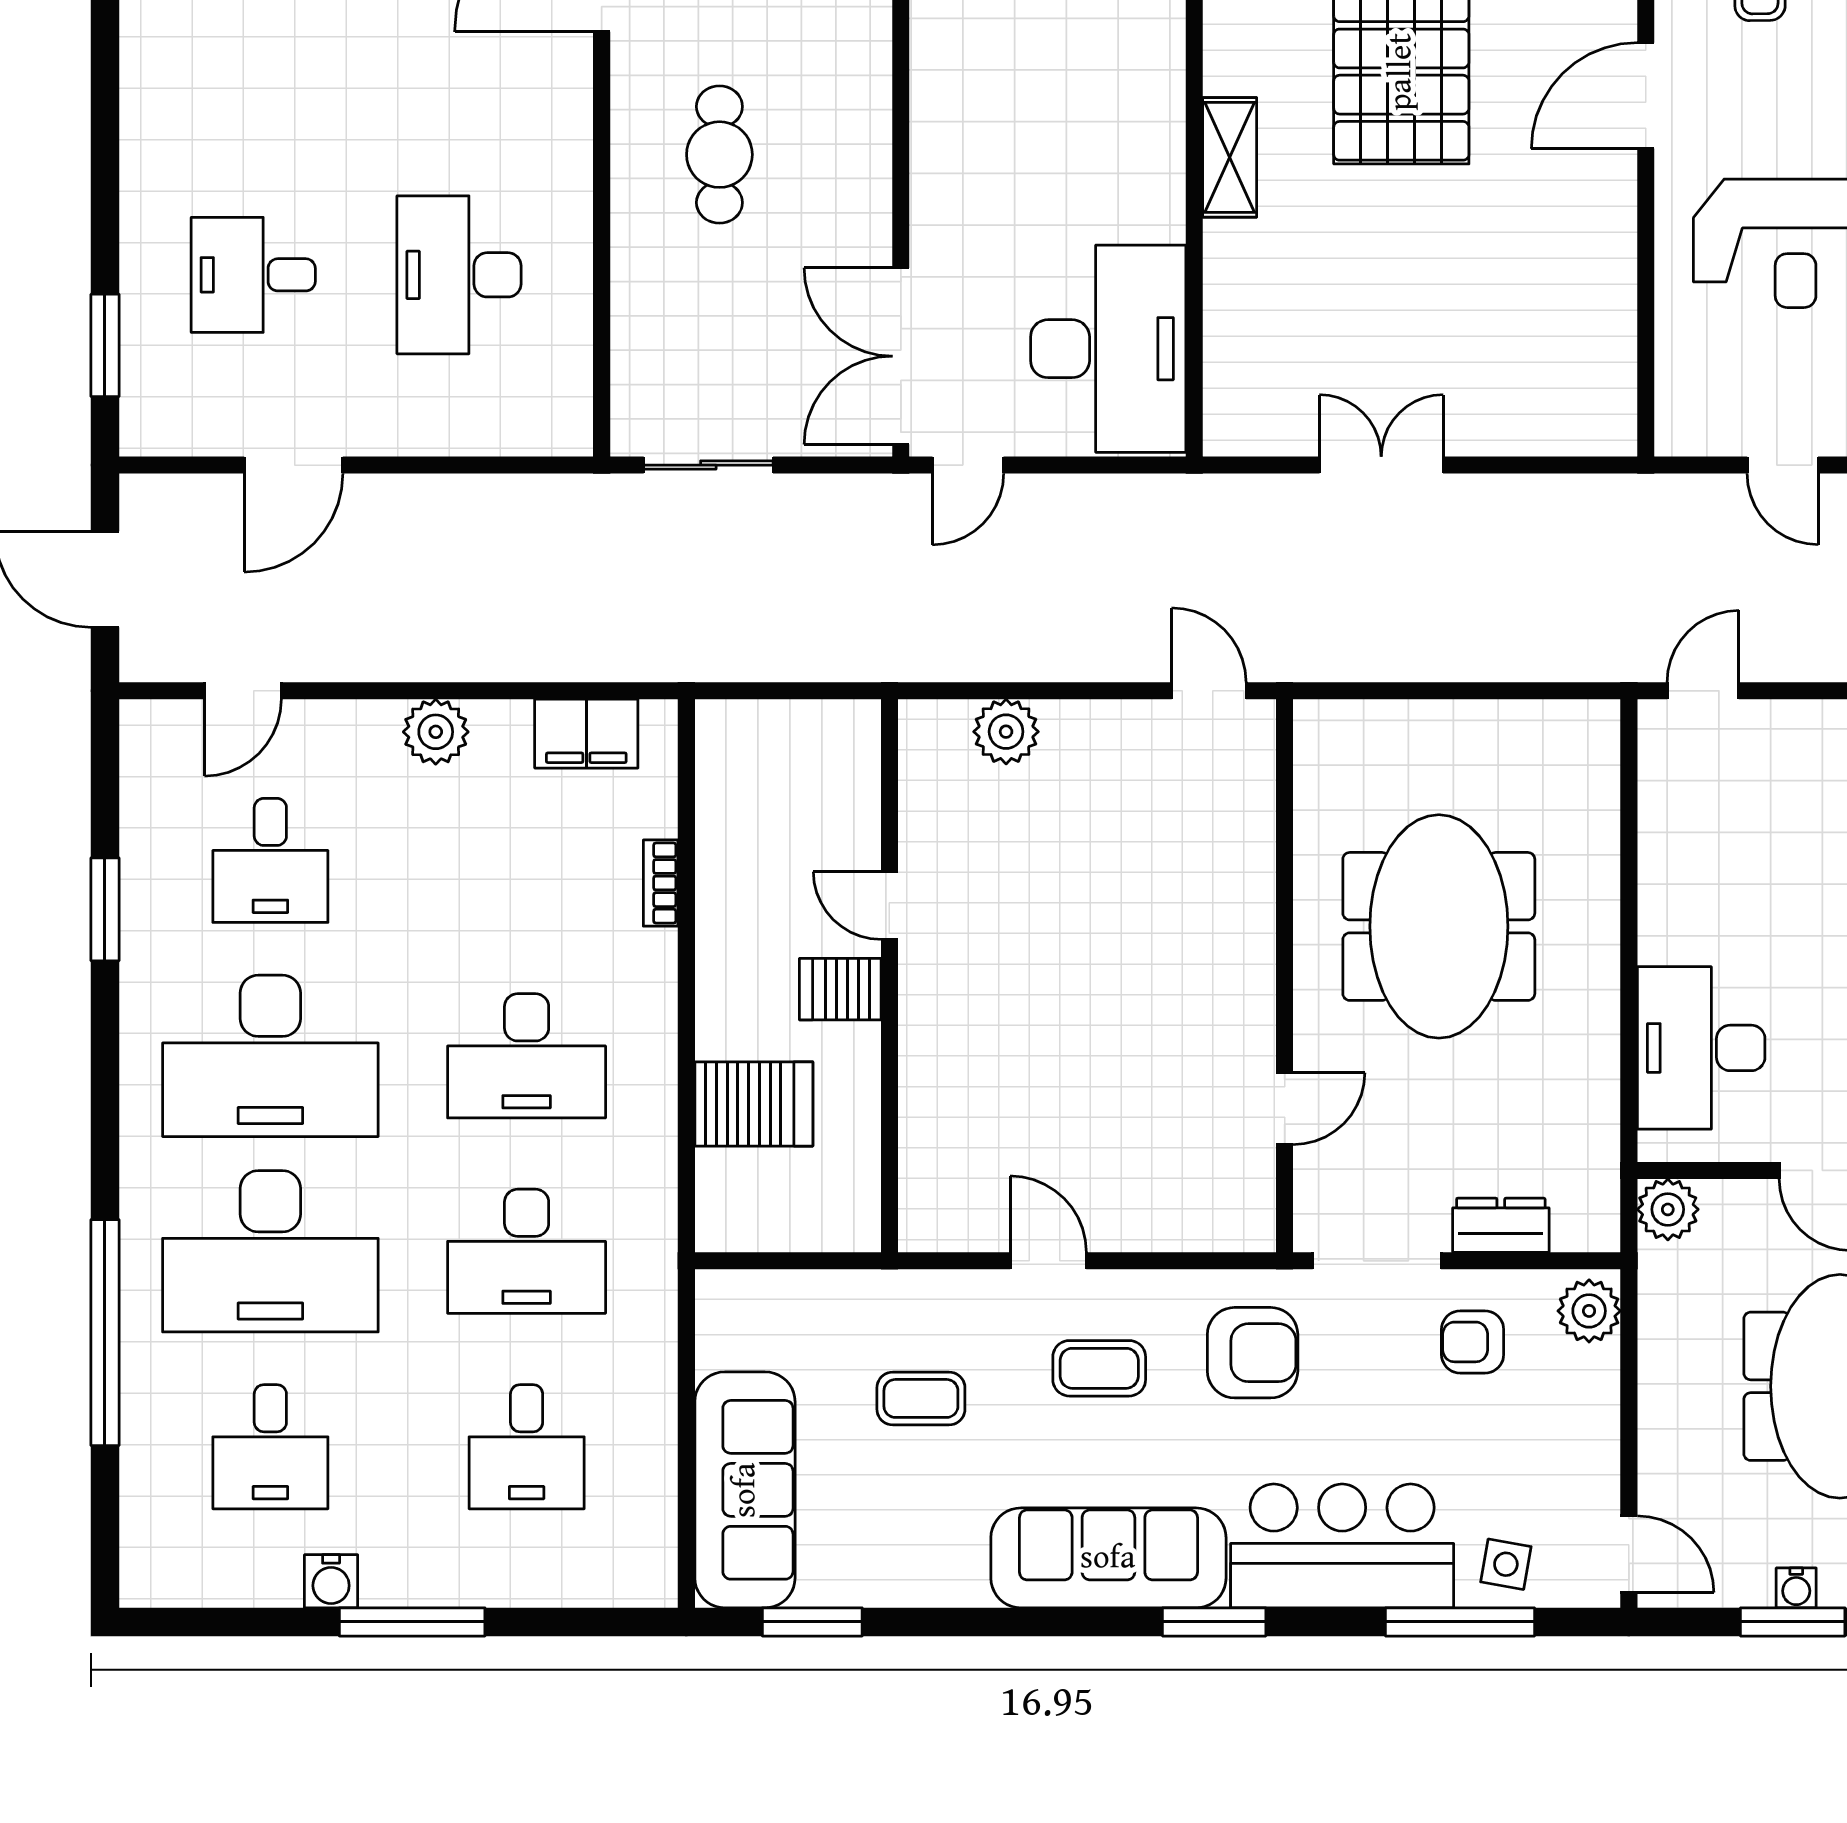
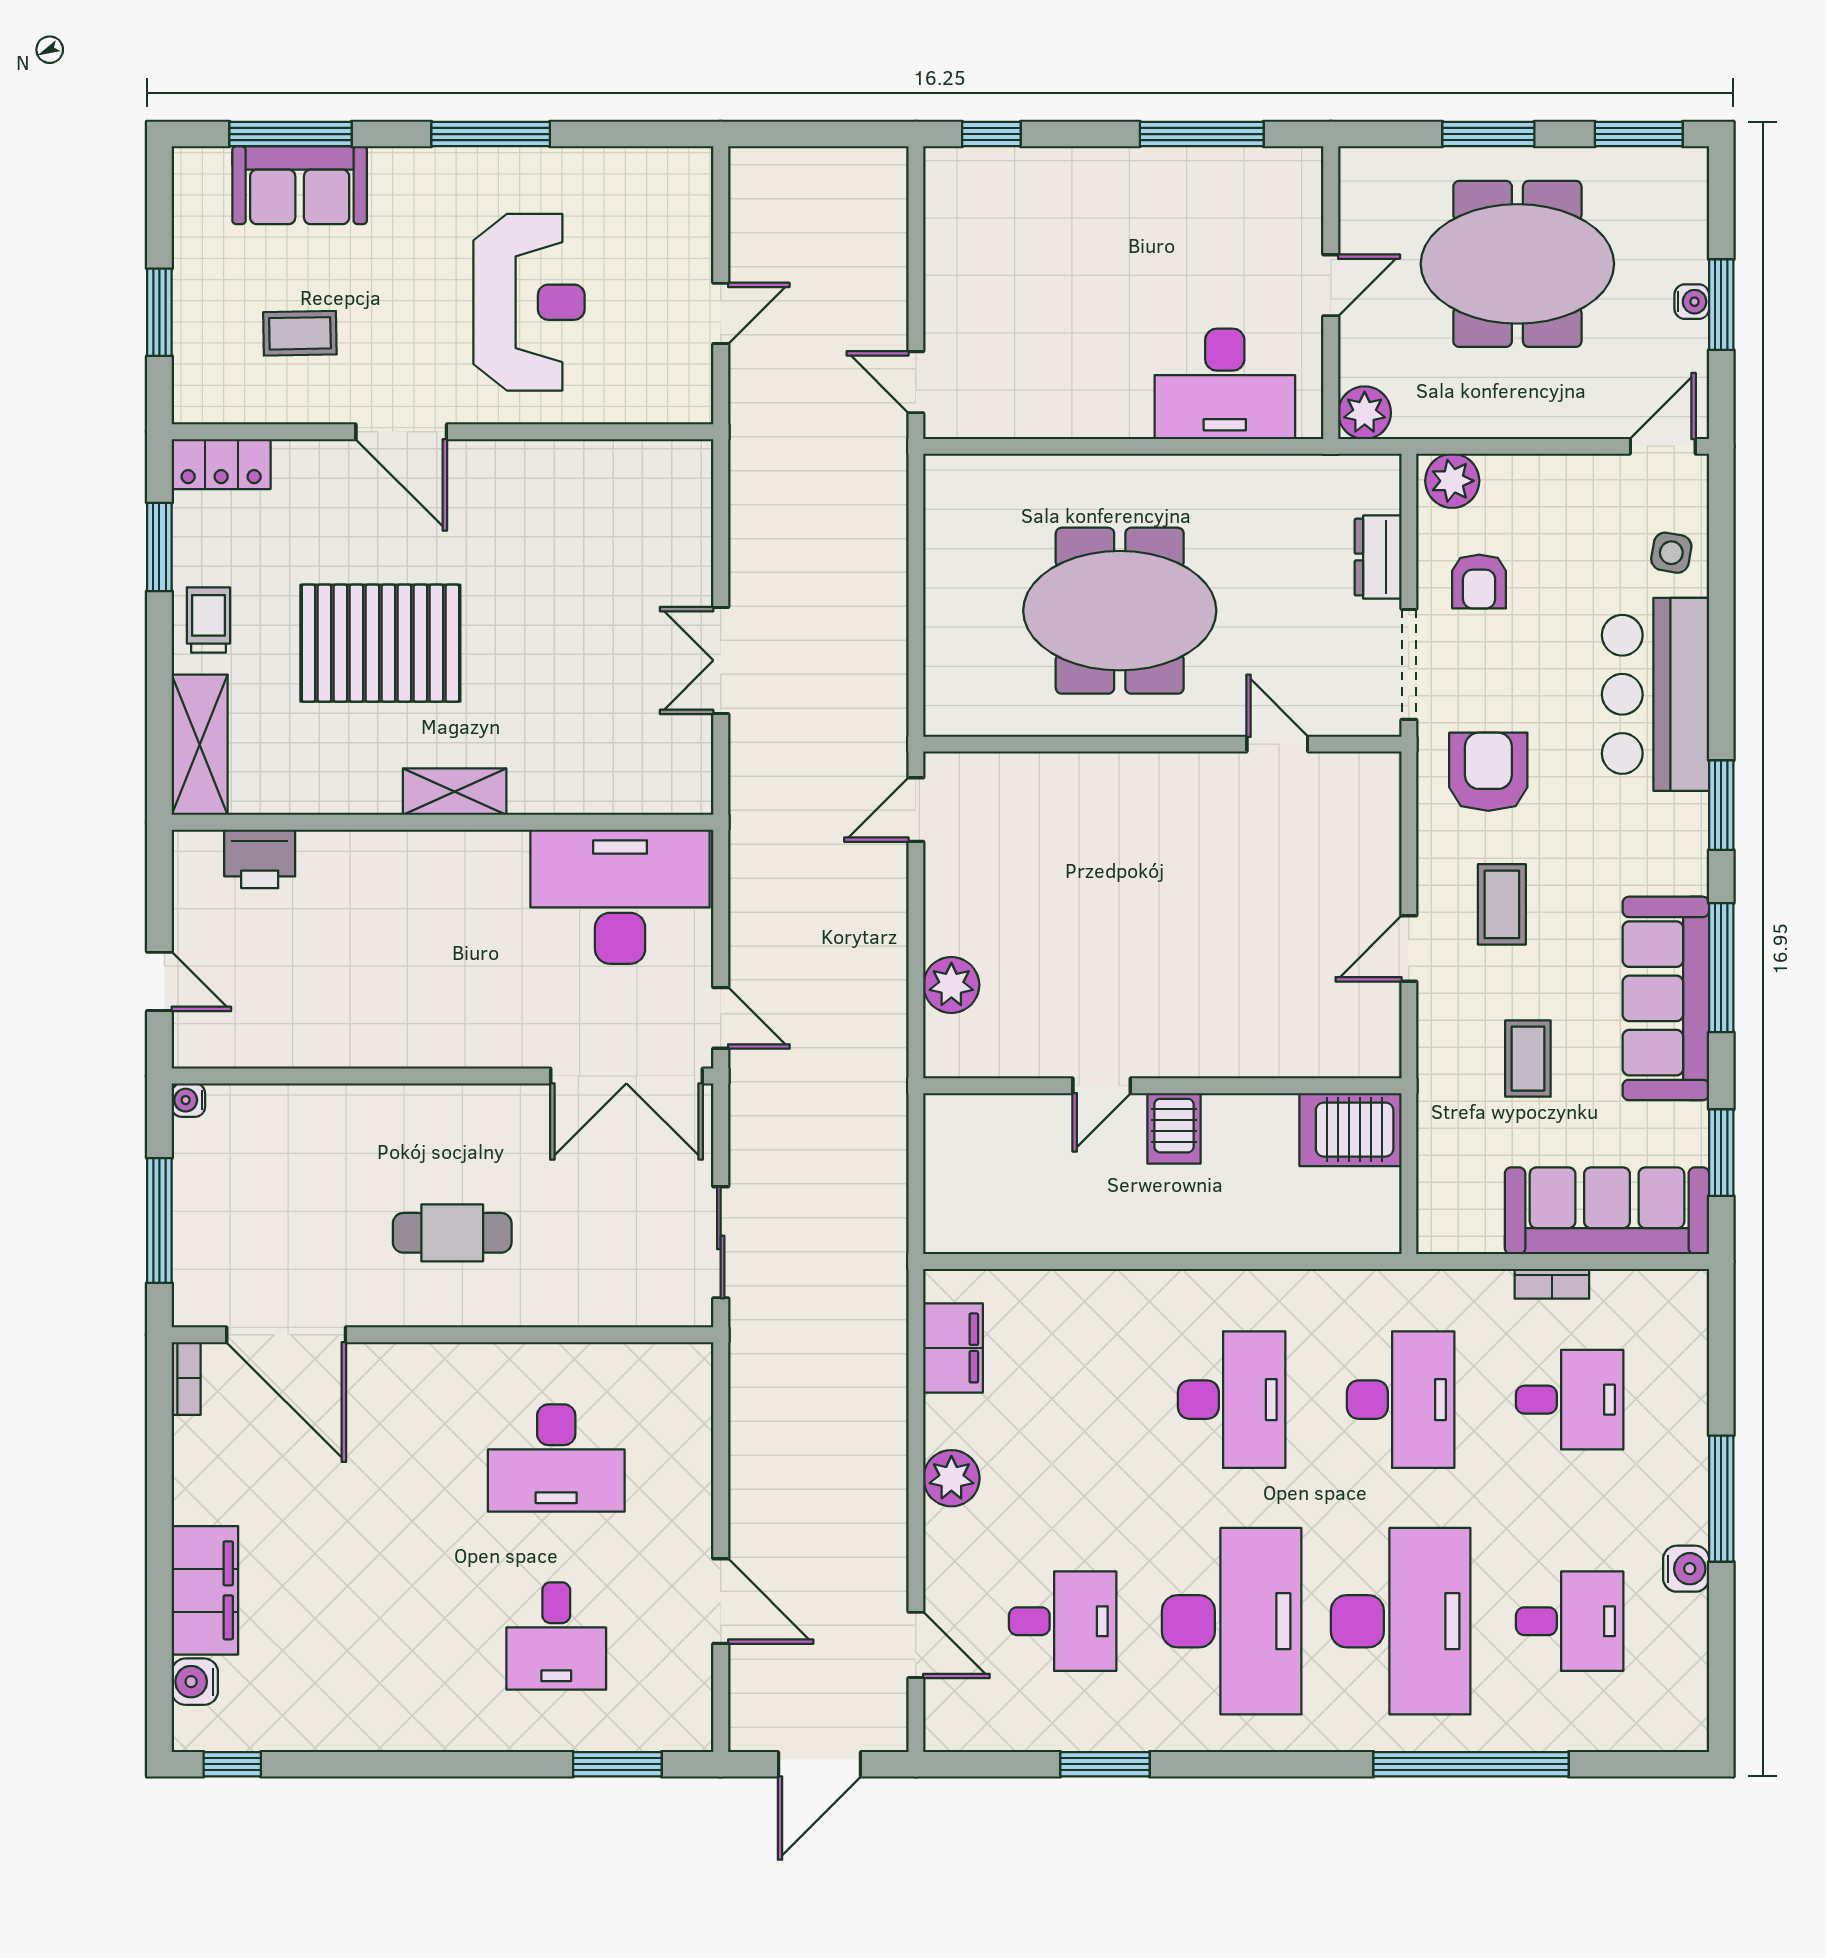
bookcase: (661, 883) -> (1552, 1284), moved
server rack: (754, 1104) -> (1351, 1130), moved, turned -90
sofa: (1108, 1558) -> (1666, 998), moved
window: (1460, 1622) -> (1721, 968), moved

